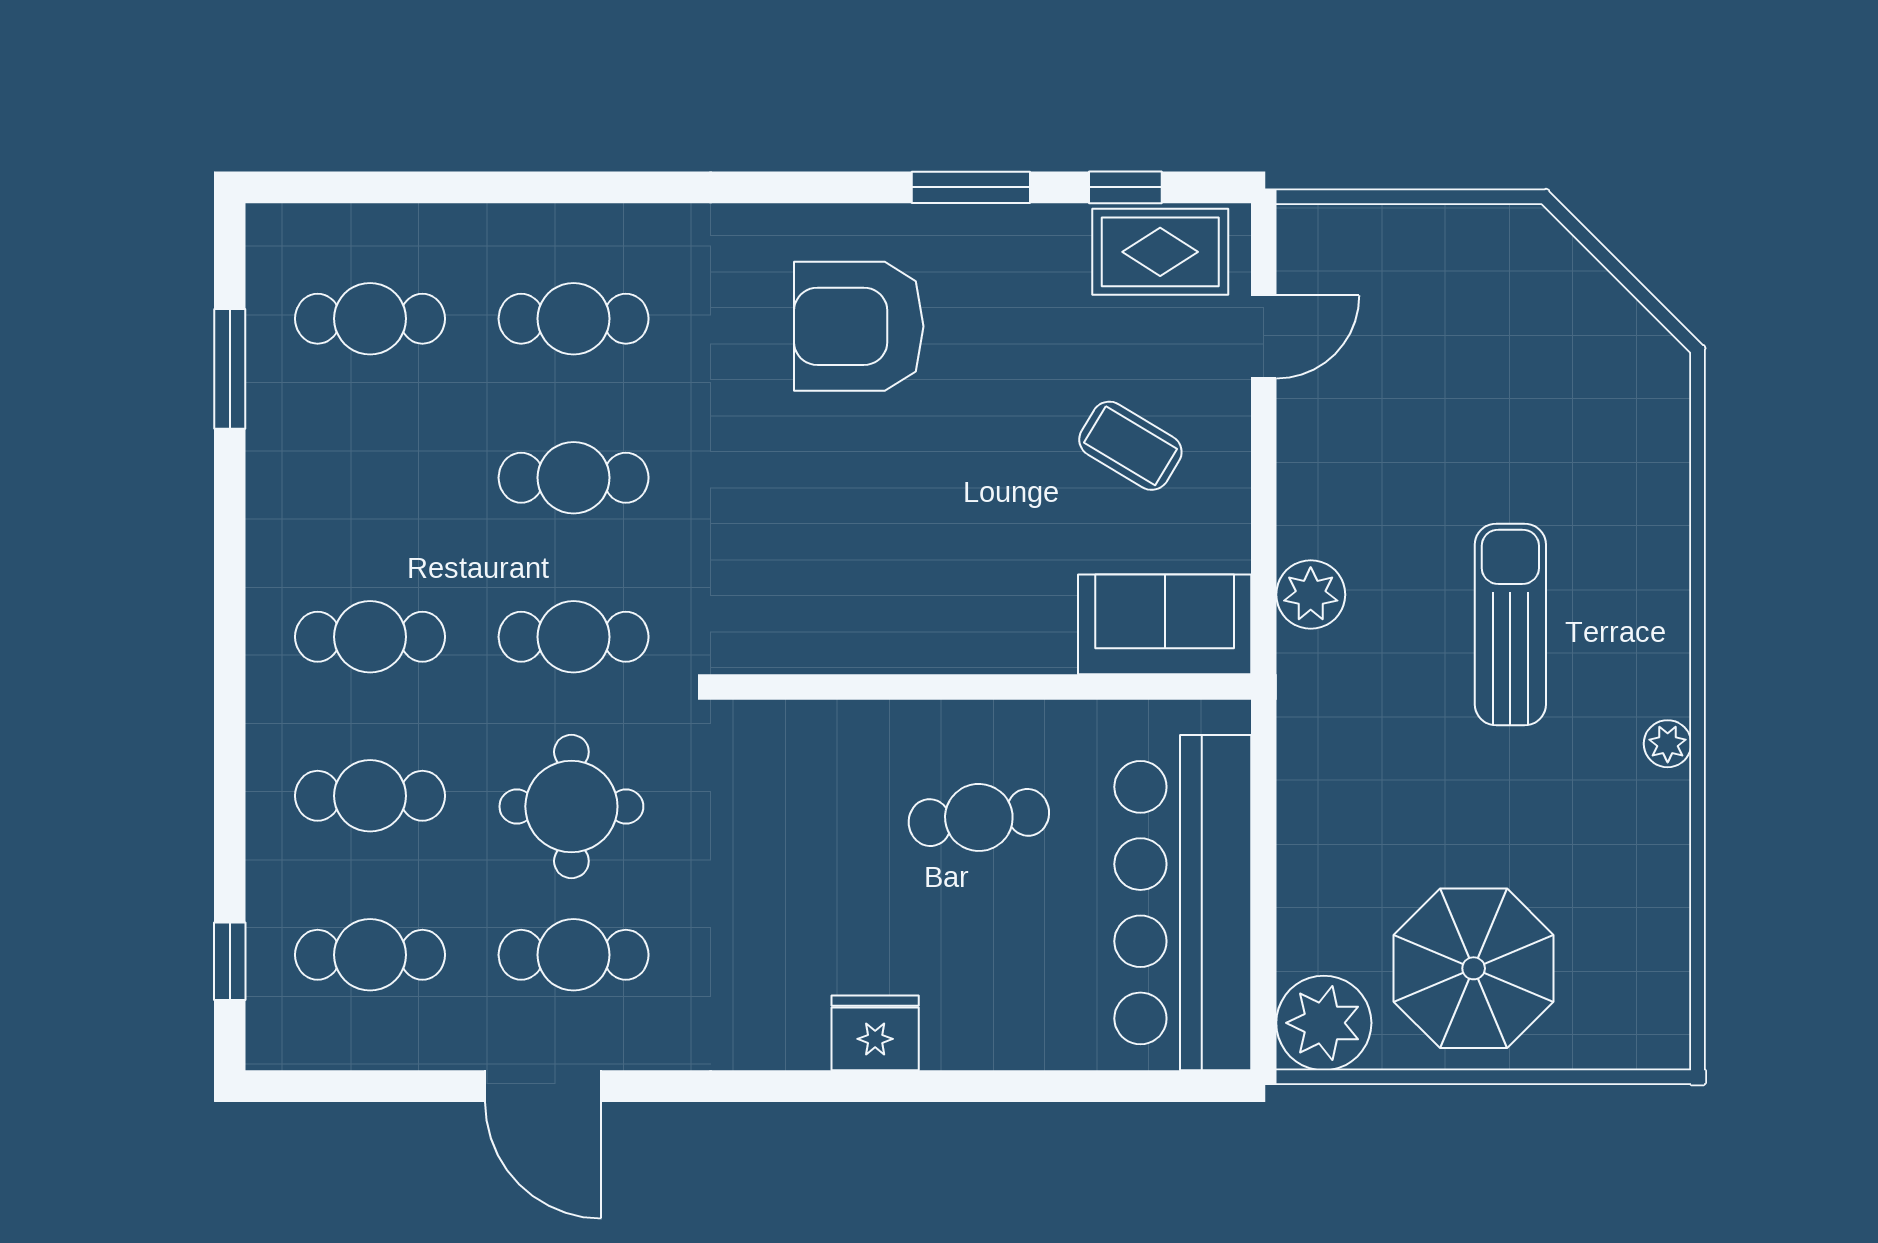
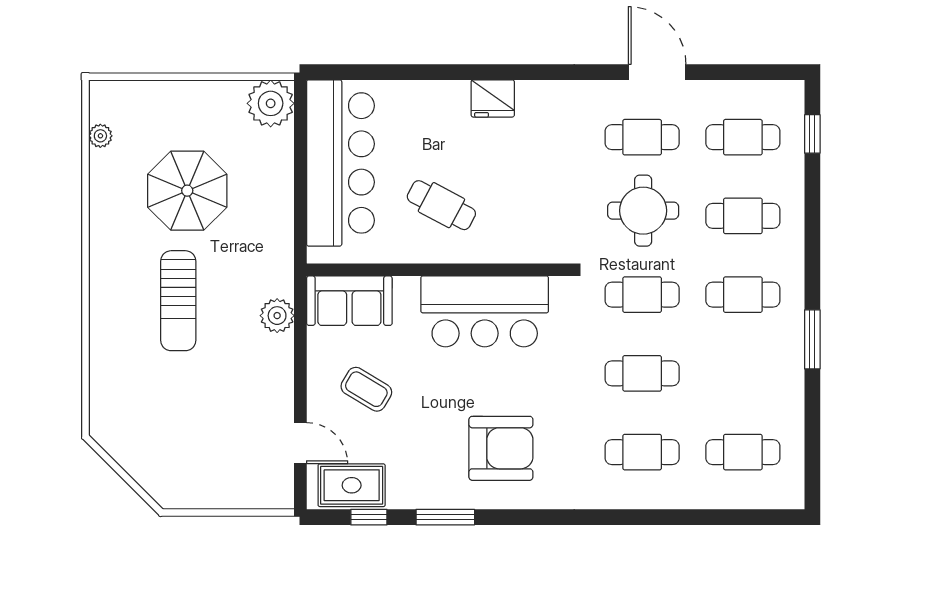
door: (1264, 337) -> (300, 443), swing flipped
window: (230, 369) -> (812, 339), moved
bar counter: (891, 603) -> (485, 311), added
plant: (1668, 744) -> (100, 136), moved
cafe table: (979, 817) -> (441, 205), turned 34
parasol: (1474, 968) -> (187, 191), moved

